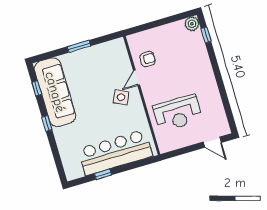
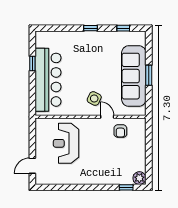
sofa: (55, 92) -> (134, 76), moved, turned 90

